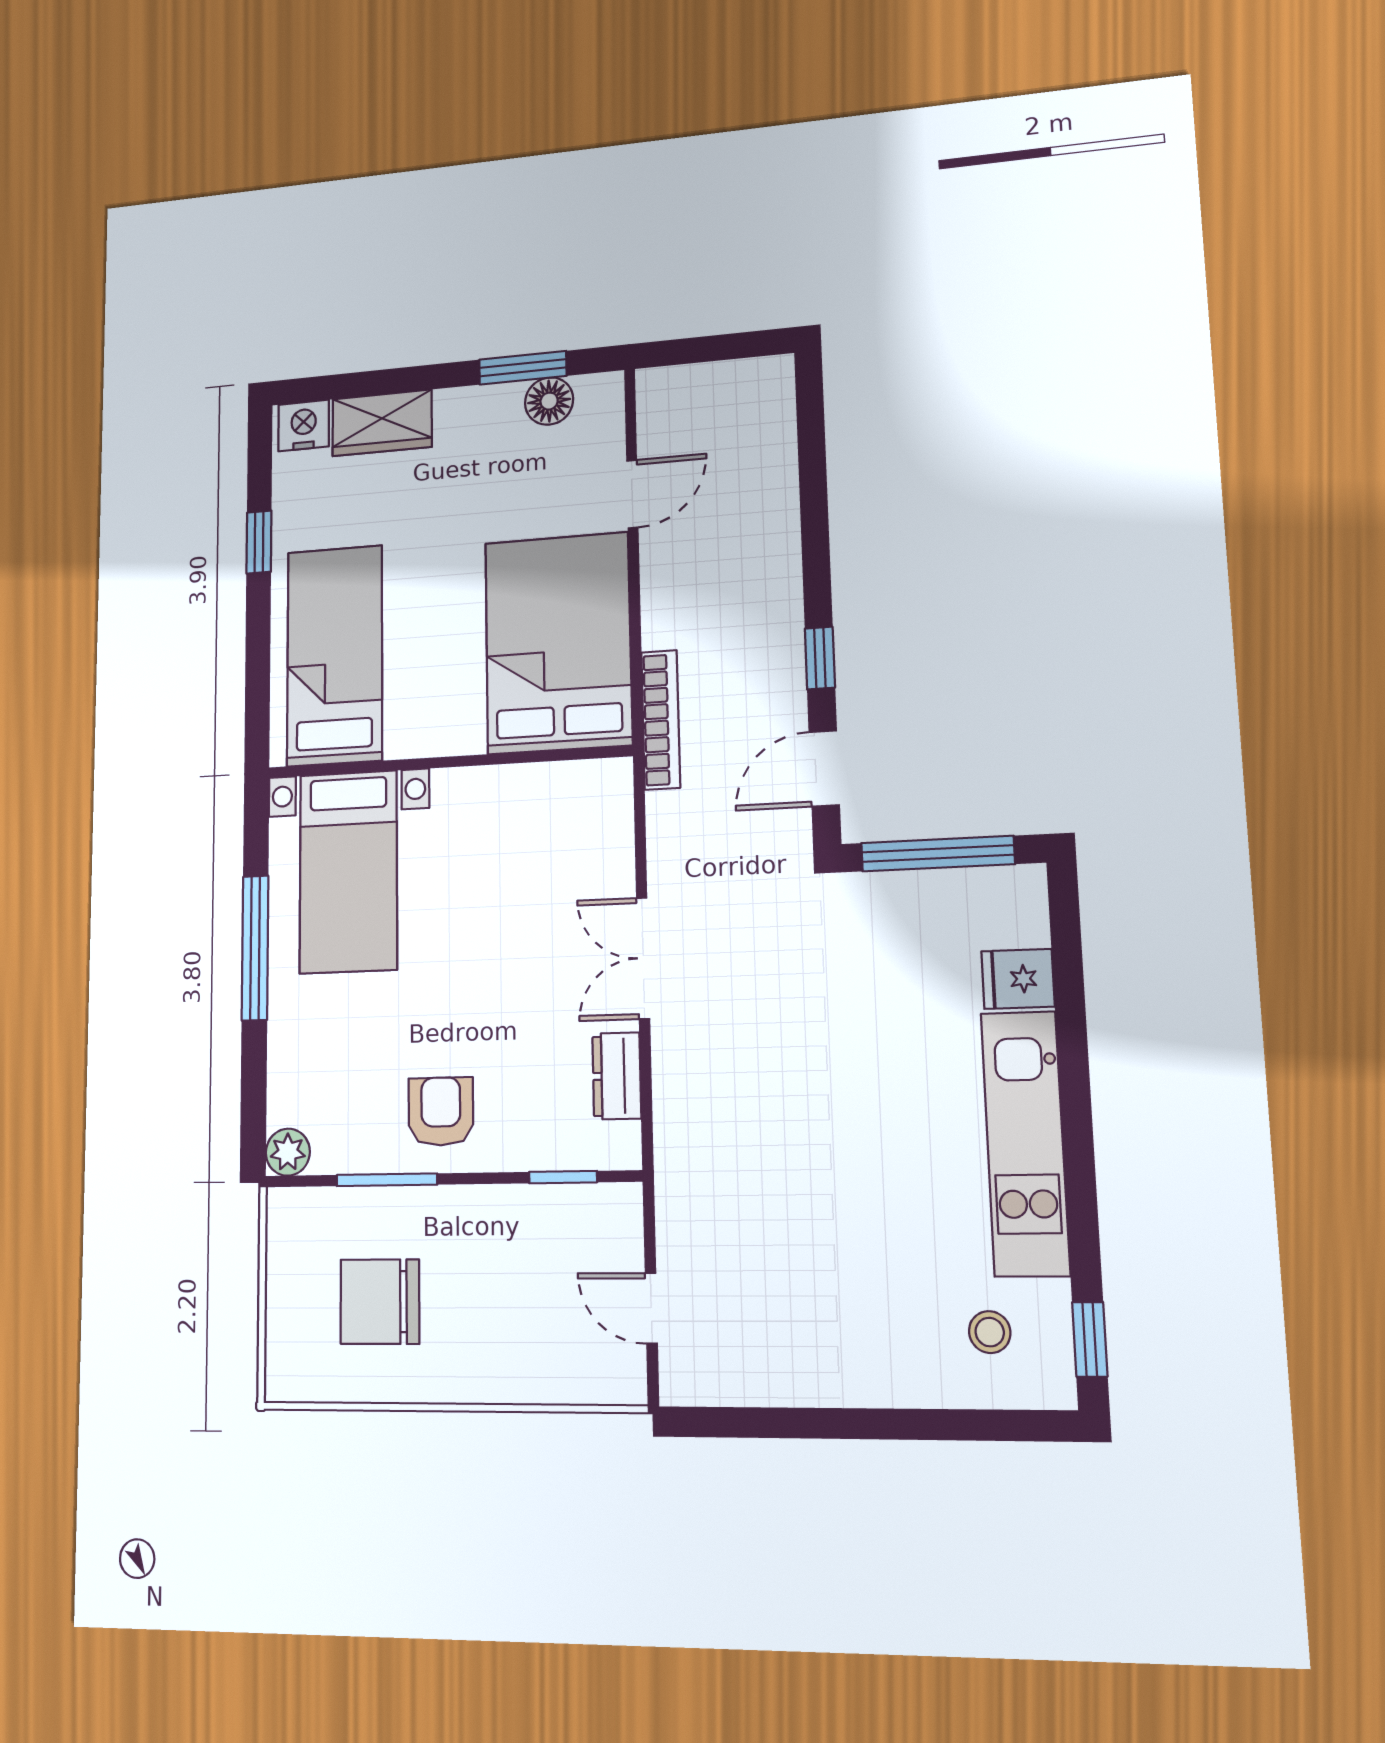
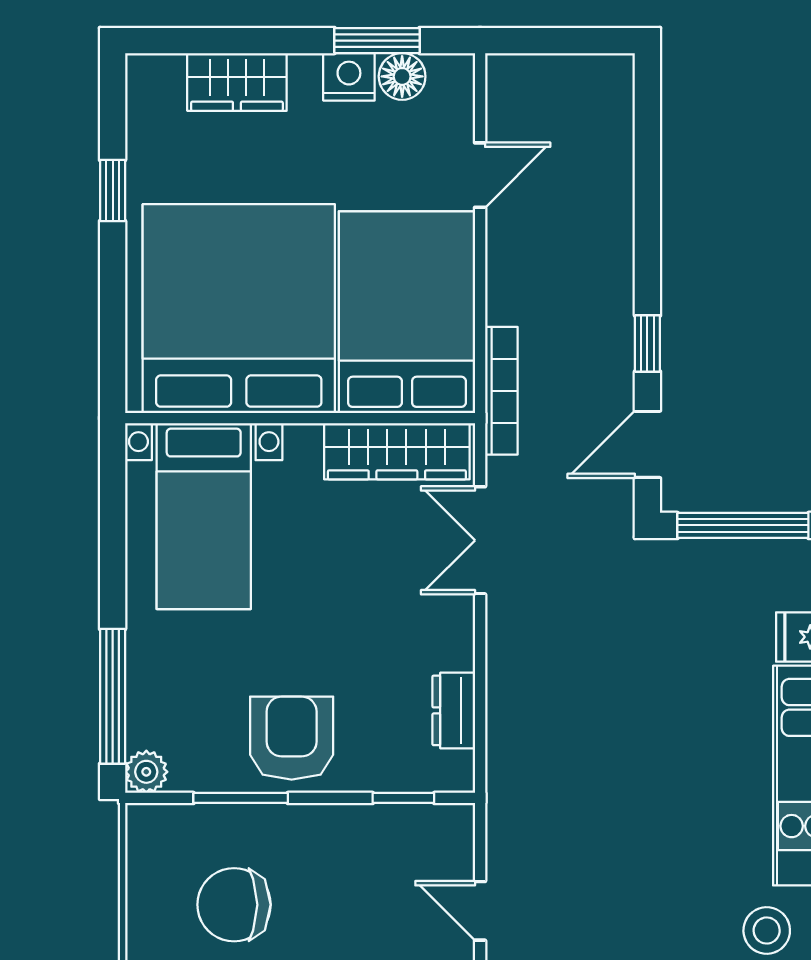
nightstand: (304, 426) -> (349, 77), moved
bed: (335, 655) -> (239, 309), width x2.04
wardrobe: (550, 791) -> (397, 451), added
window: (255, 948) -> (113, 696), moved
double door: (643, 958) -> (480, 540), moved
armchair: (441, 1111) -> (292, 738), width x1.38, depth x1.38
stool: (990, 1332) -> (767, 931), width x1.37, depth x1.37

